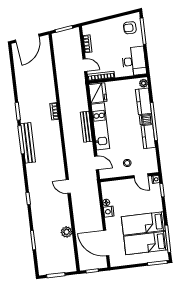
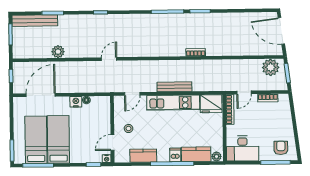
plant: (60, 44) -> (271, 67), added
kitchen counter: (148, 137) -> (143, 156), moved
bench: (28, 143) -> (35, 21), moved

